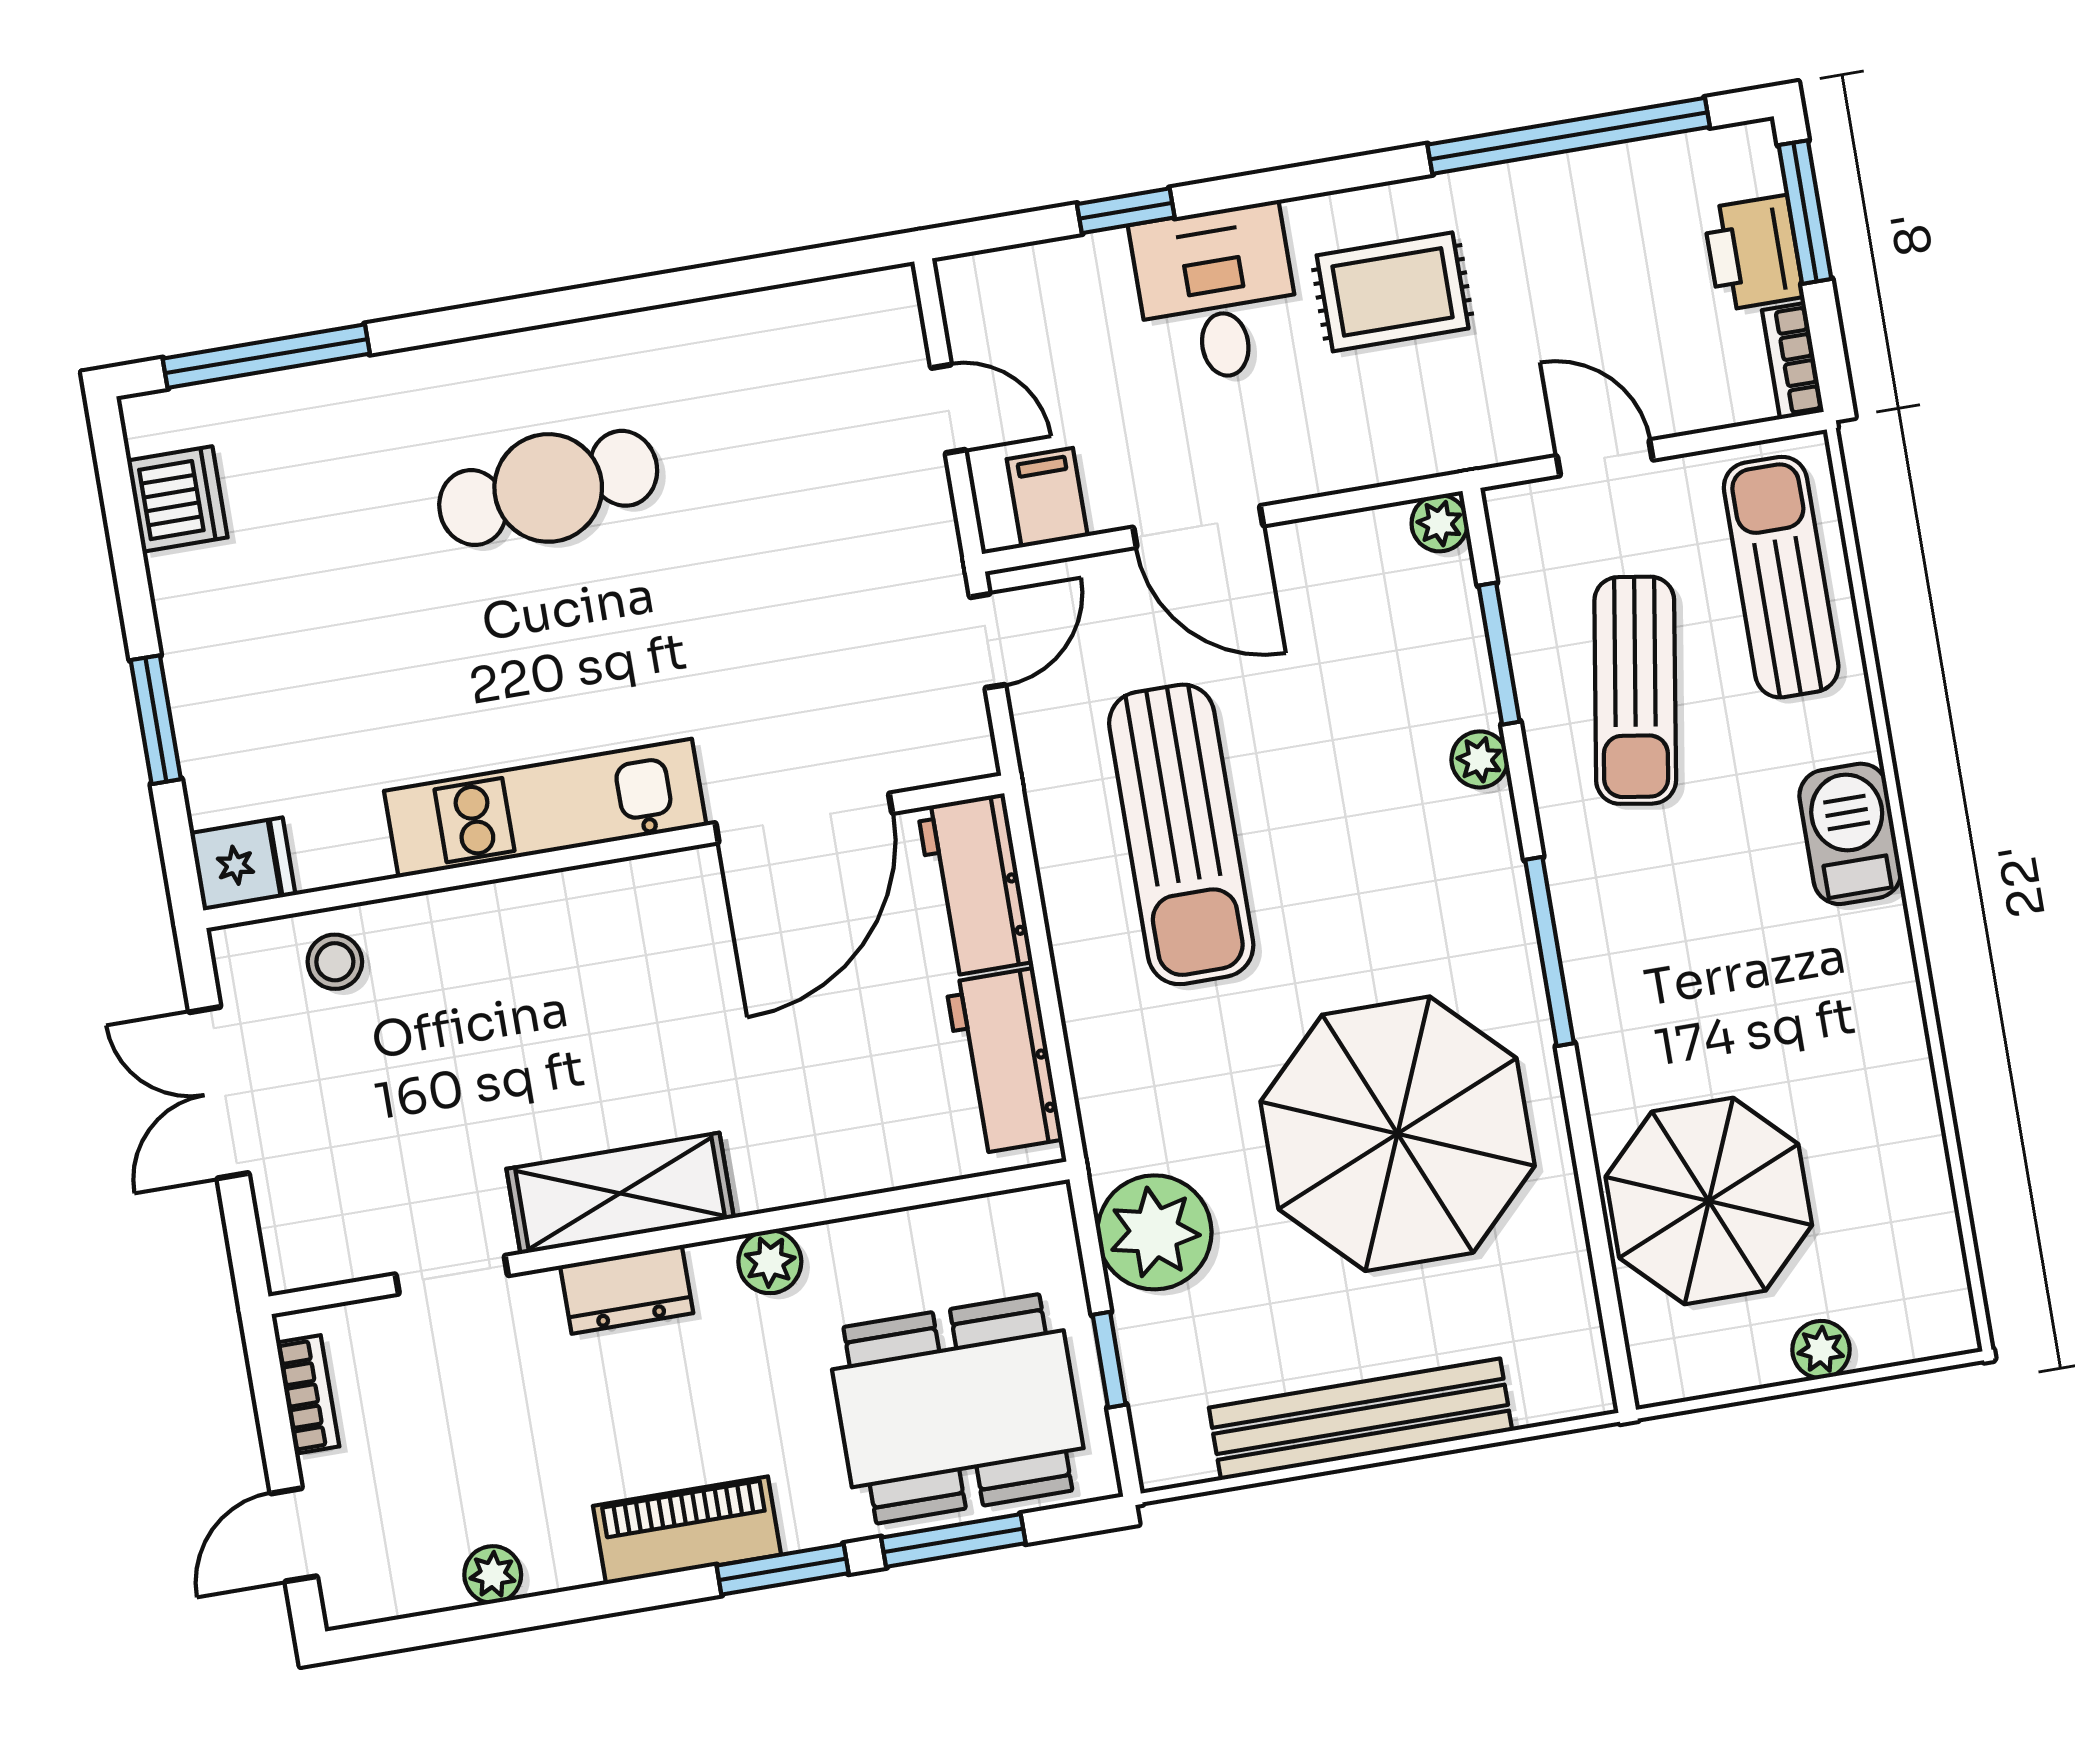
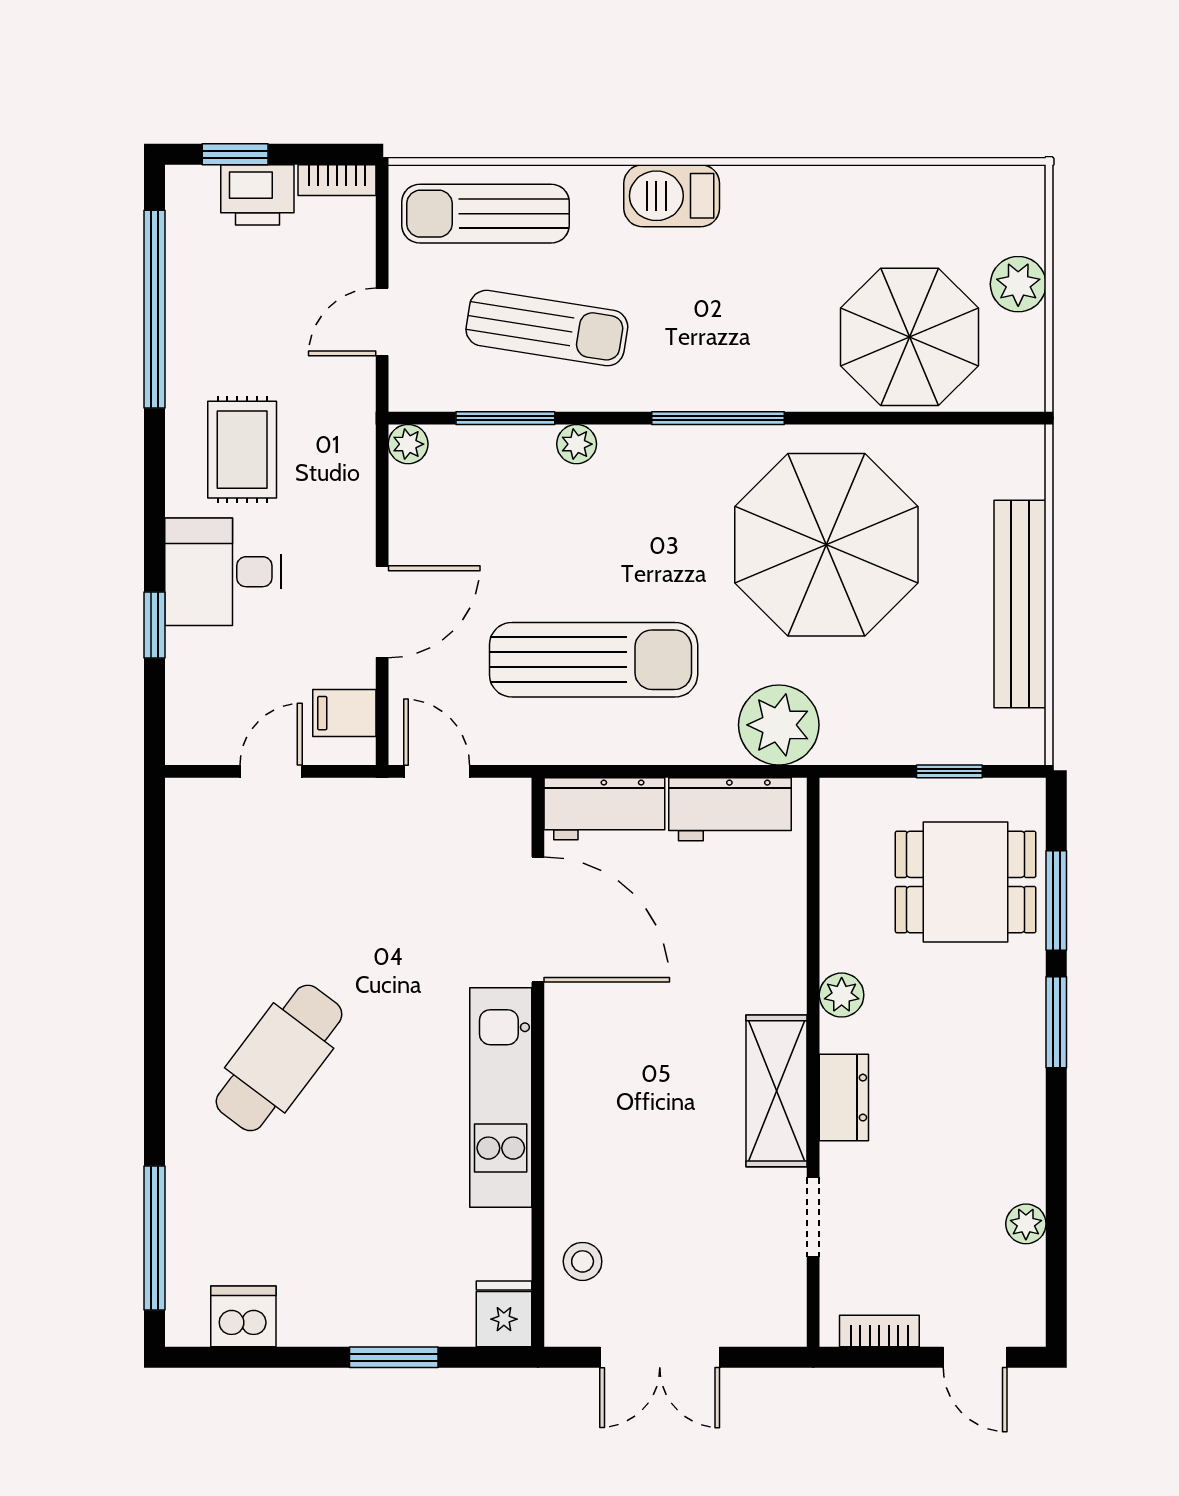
window: (1805, 212) -> (235, 154), width x0.67
cafe table: (548, 488) -> (279, 1058), turned 42
plant: (1154, 1232) -> (779, 725), moved
plant: (1821, 1350) -> (1018, 284), width x1.38, depth x1.38
dining table: (958, 1409) -> (966, 882), width x0.73
piano: (687, 1530) -> (1018, 1084), removed

